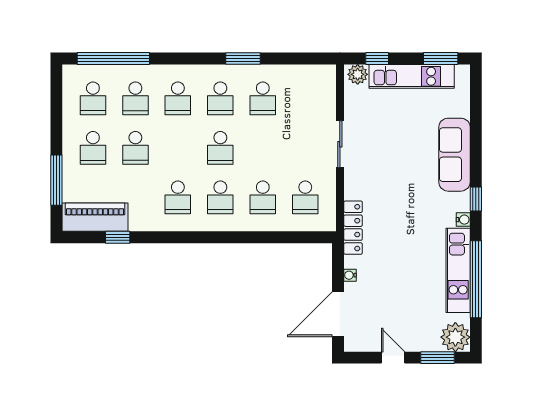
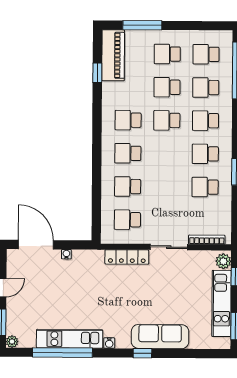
bookcase: (330, 96) -> (207, 240), added
school desk: (220, 148) -> (167, 120), moved
window: (476, 199) -> (142, 353), moved
locker: (353, 228) -> (127, 257), moved
plant: (455, 337) -> (12, 342), width x0.53, depth x0.53

